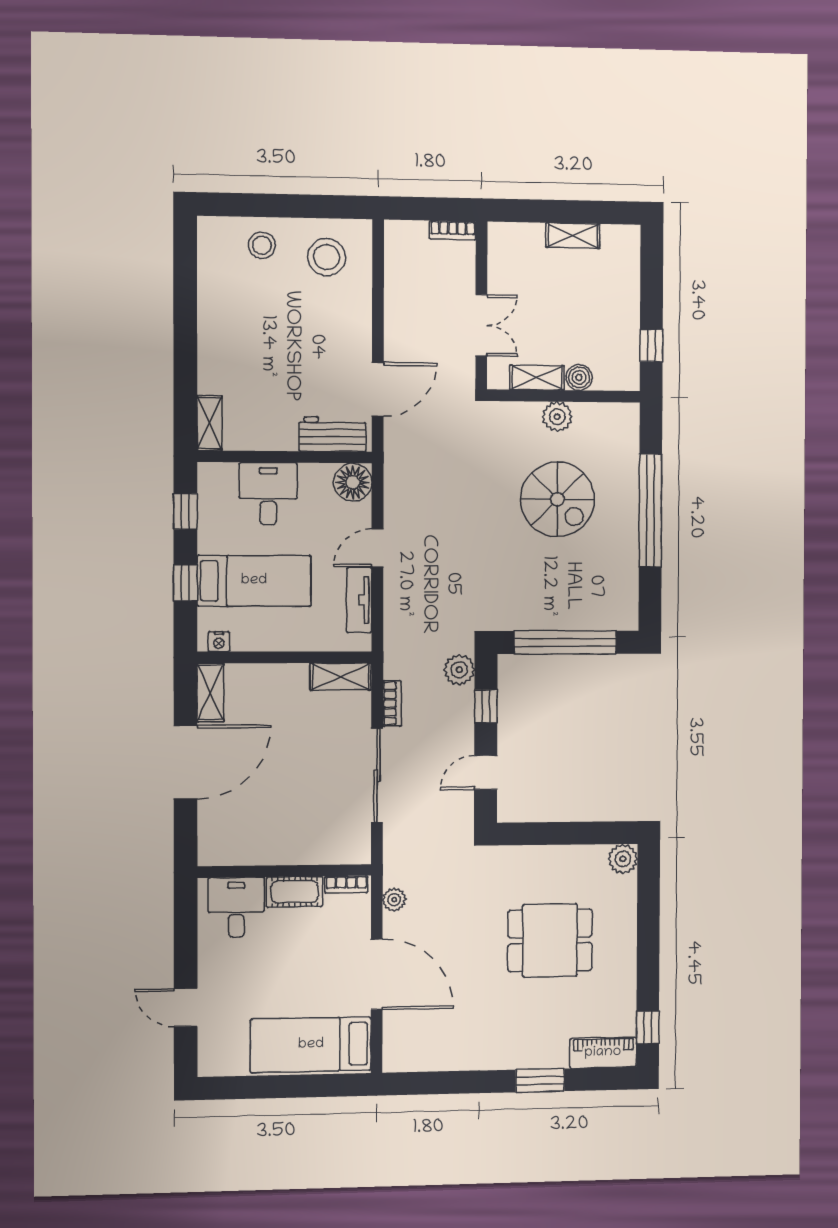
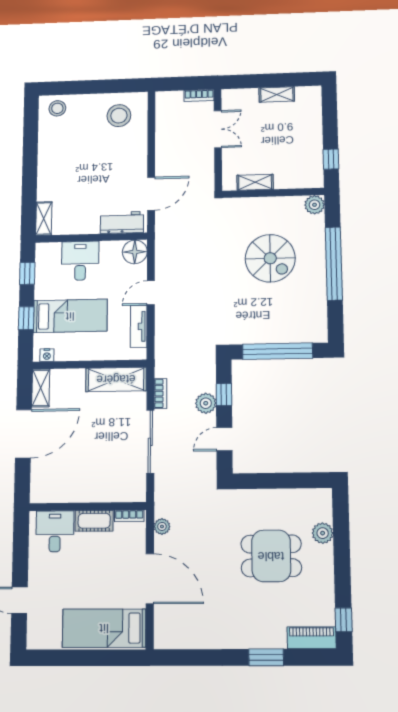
stool: (262, 245) -> (57, 108), moved
double door: (481, 325) -> (218, 129), moved
boiler: (579, 377) -> (283, 181), removed
plant: (557, 417) -> (315, 205), moved
plant: (459, 670) -> (206, 403), moved
shelving: (340, 677) -> (116, 379), width x1.50, depth x1.33
plant: (623, 859) -> (323, 533), moved

